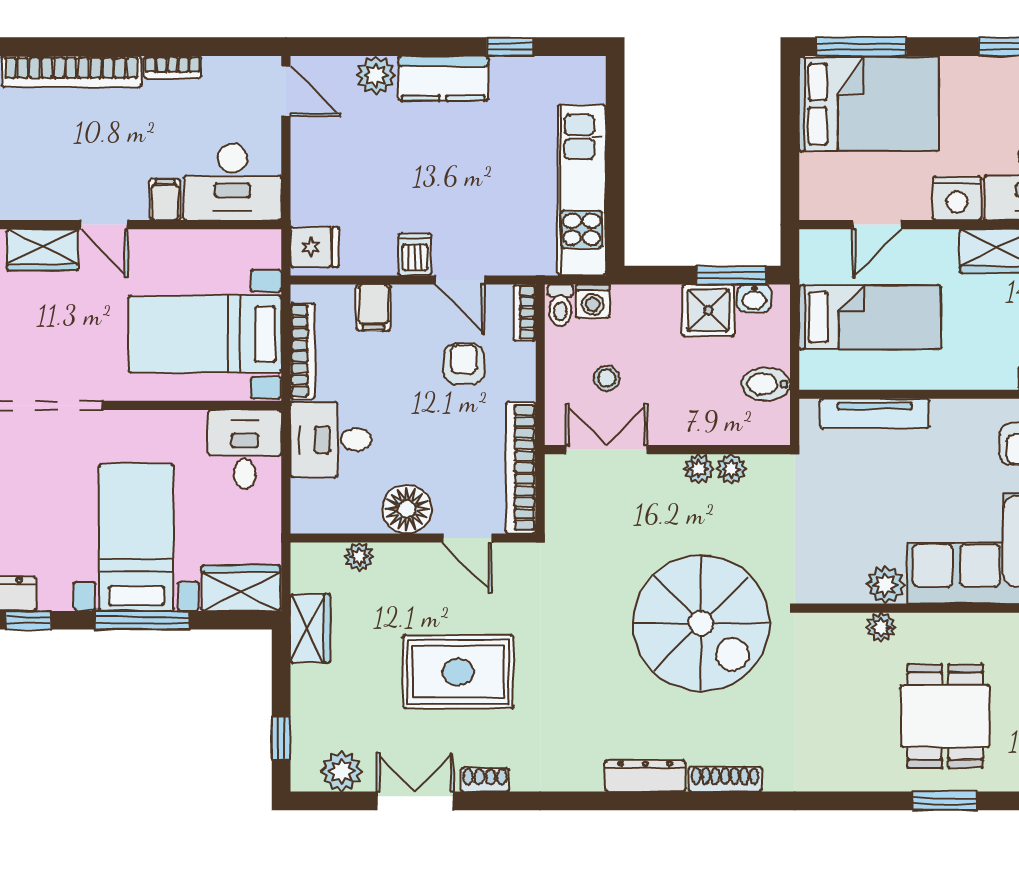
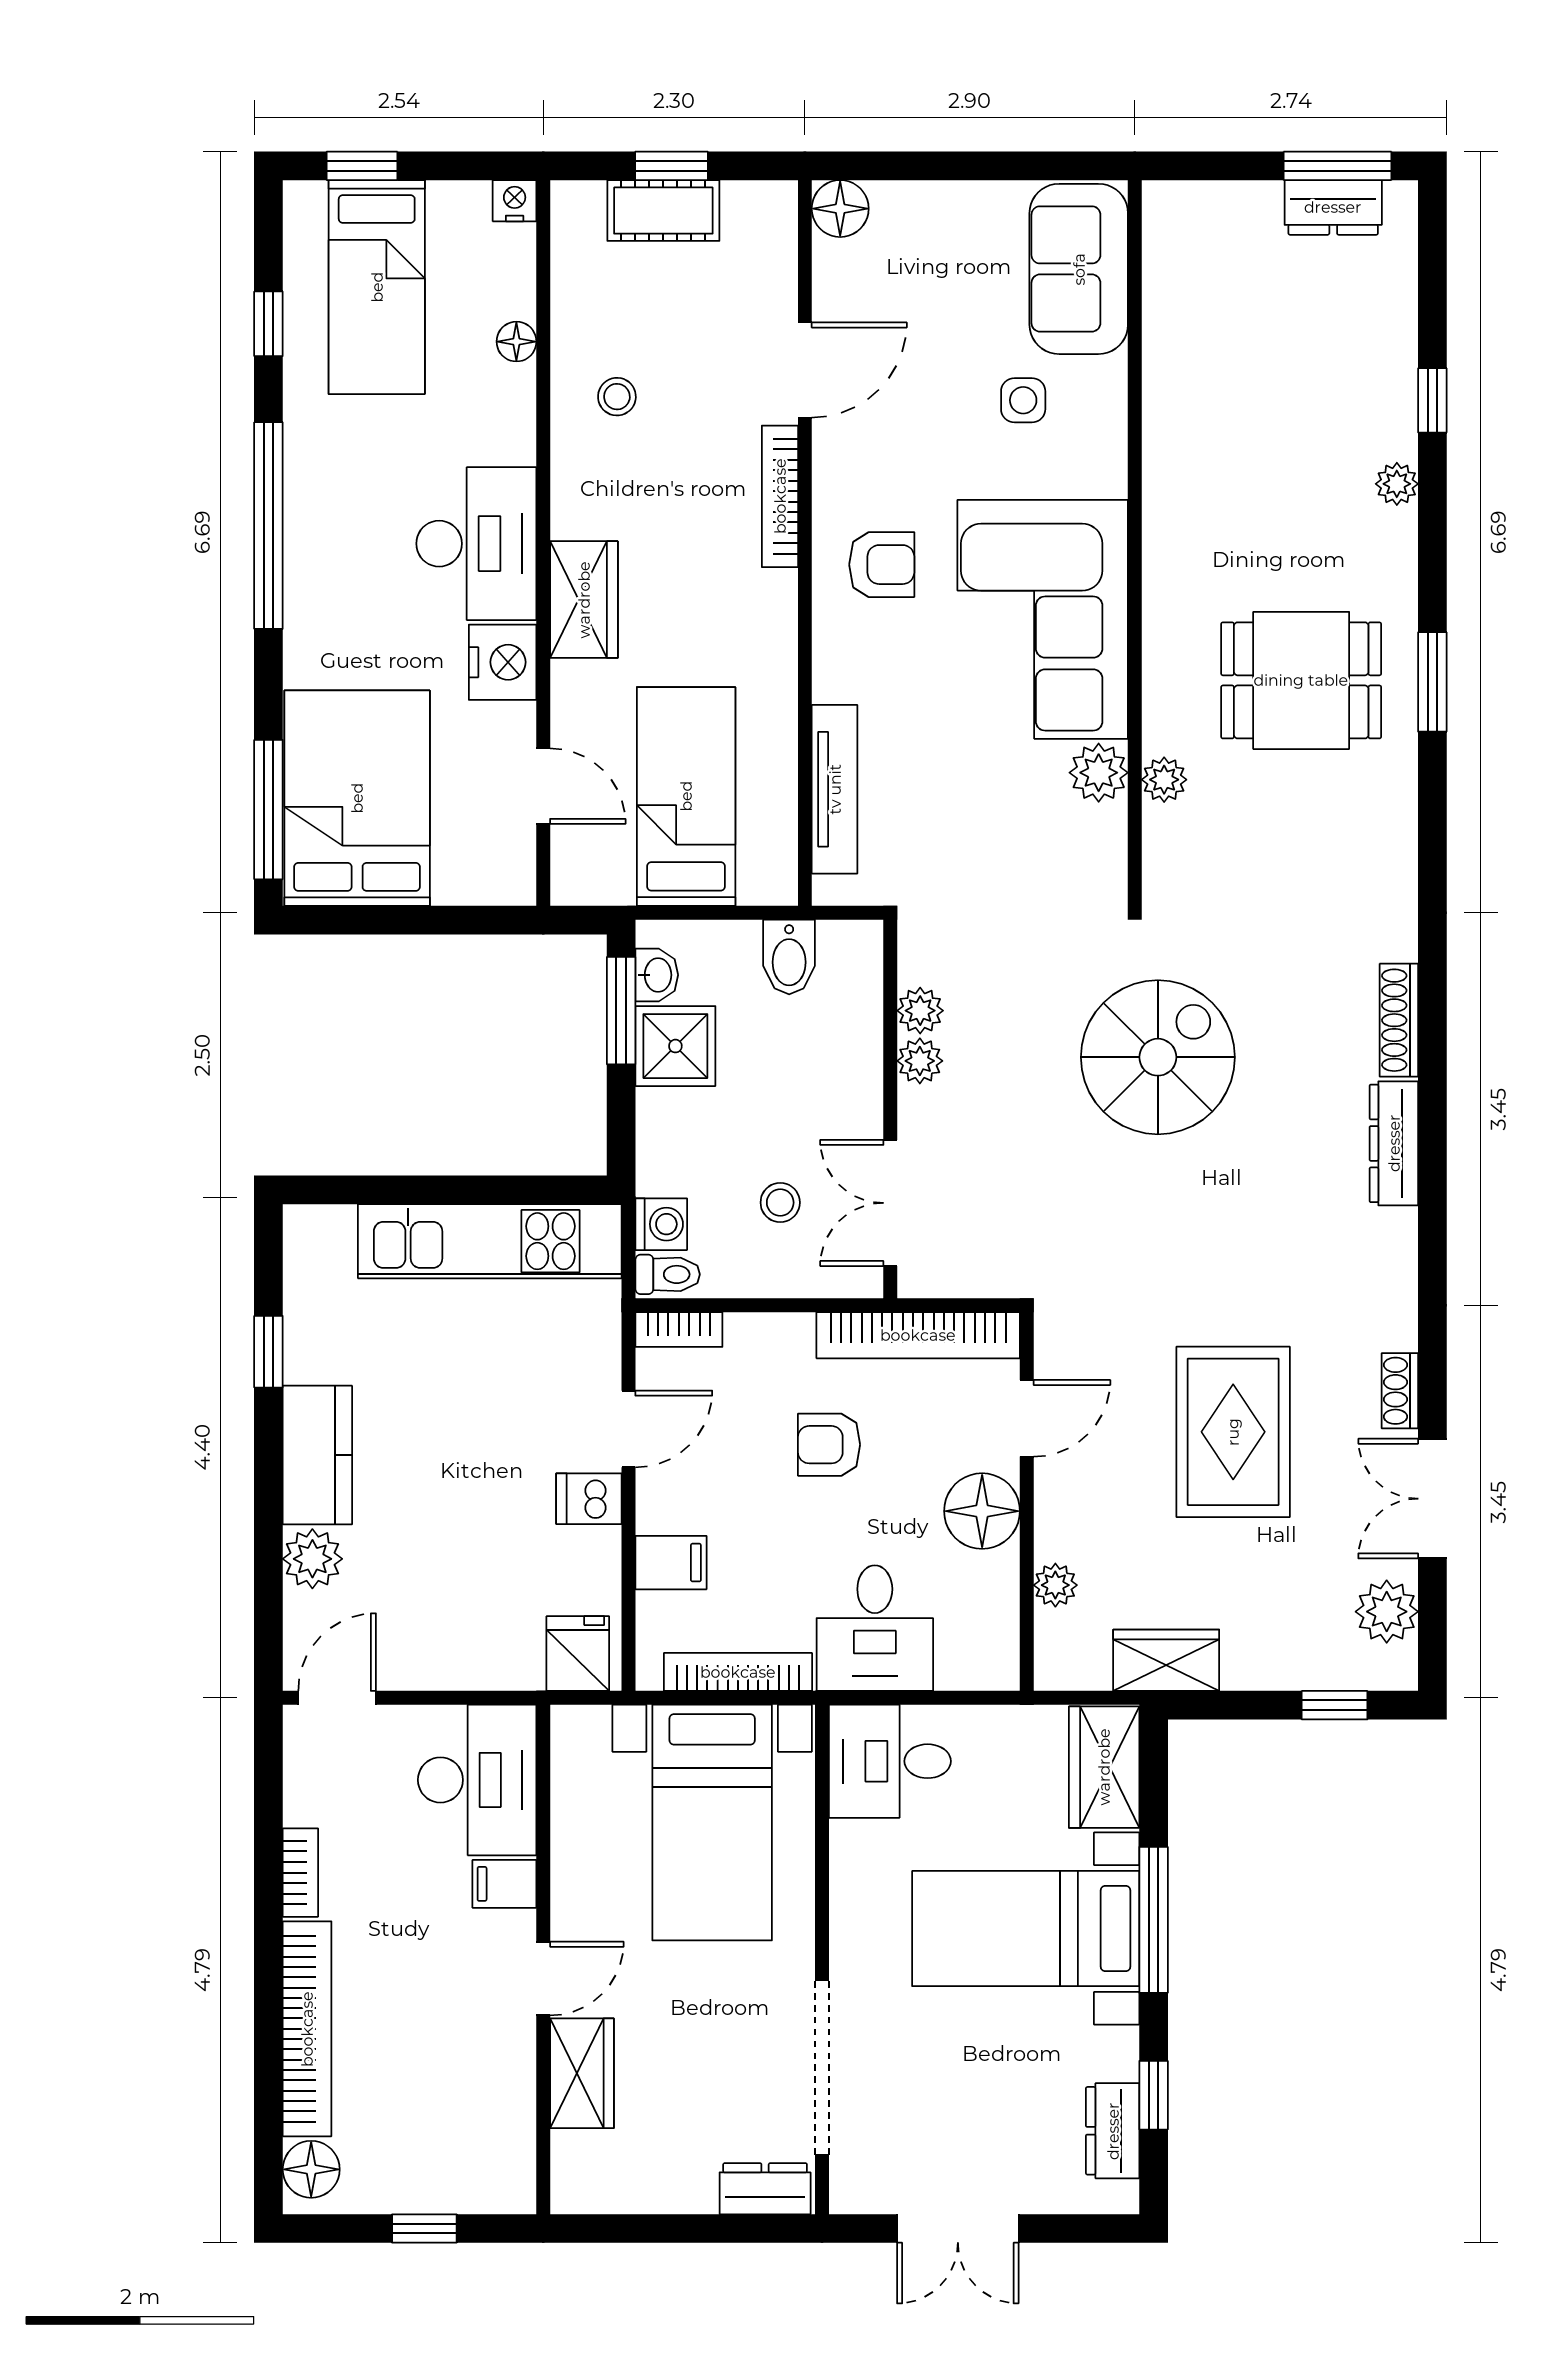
armchair: (464, 364) -> (829, 1445), moved
spiral stairs: (701, 623) -> (1158, 1057), width x0.73, depth x0.73

